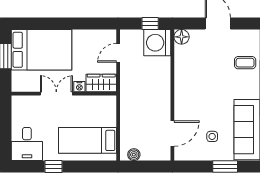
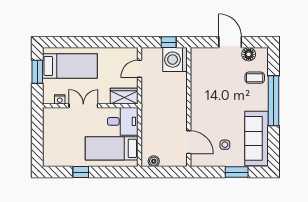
floor lamp: (182, 37) -> (249, 54), moved
bed: (42, 50) -> (70, 66), width x0.67
nightstand: (79, 87) -> (60, 99), moved
door: (172, 134) -> (189, 142), hinge flipped
desk: (27, 144) -> (123, 121), moved, turned -90

